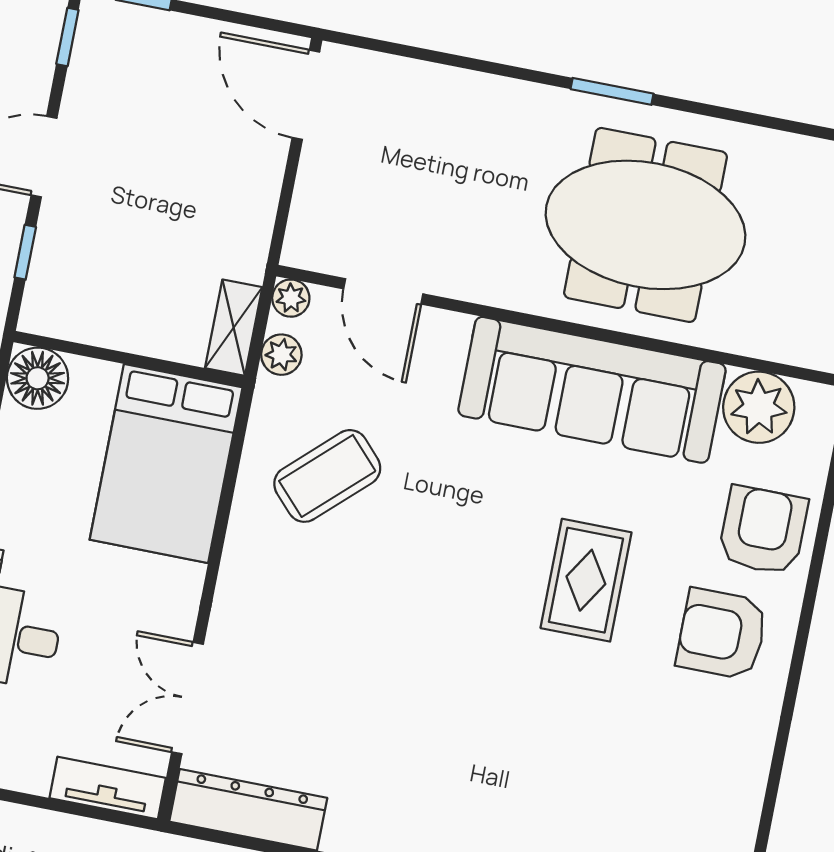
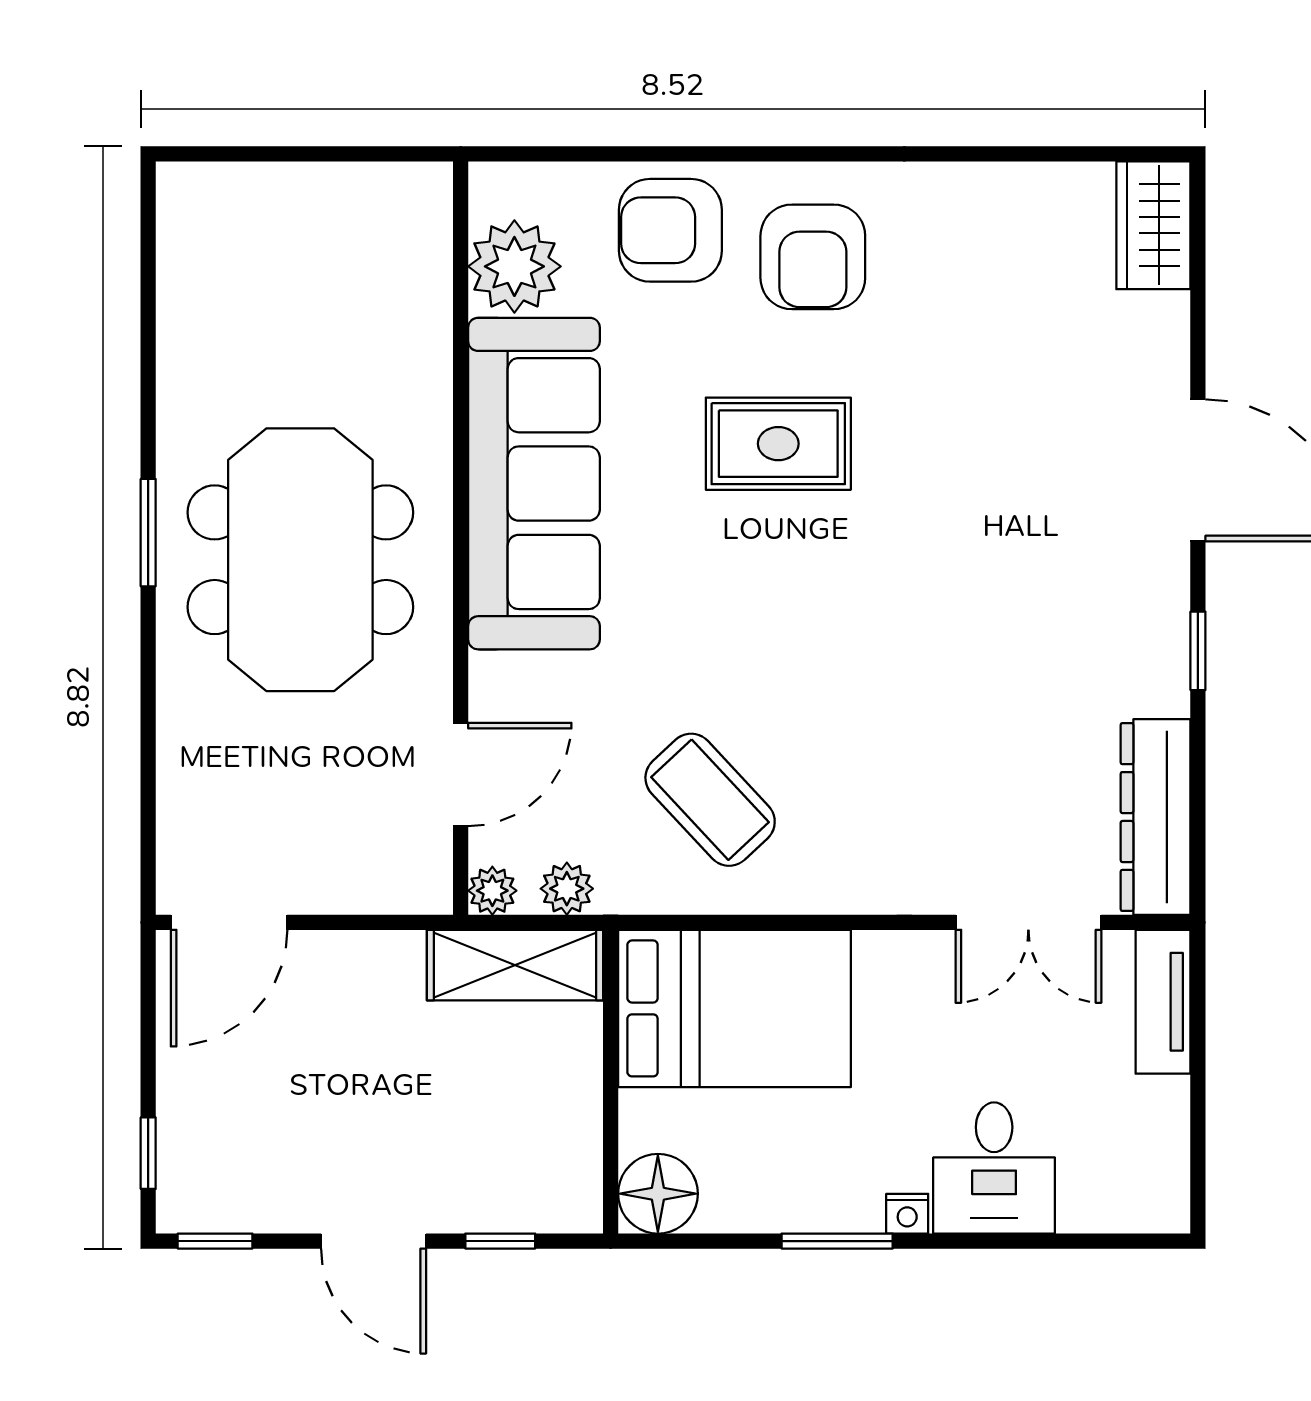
meeting table: (646, 225) -> (300, 560), moved
shelving: (234, 328) -> (515, 965), width x1.50, depth x1.33

